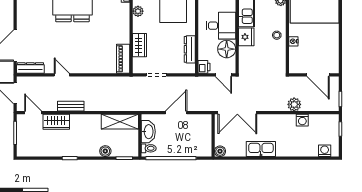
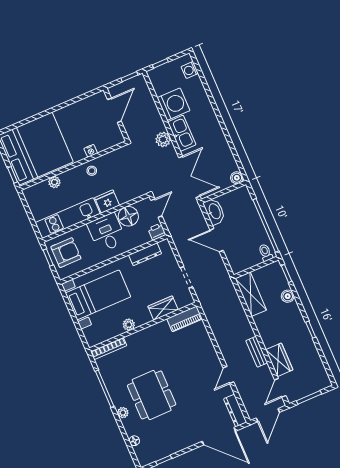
plant: (294, 104) -> (163, 140), moved
washing machine: (302, 120) -> (174, 104), width x1.89, depth x1.89
washbasin: (148, 132) -> (214, 211), moved, turned 90
kitchen sink: (261, 149) -> (182, 133), moved, turned 180

